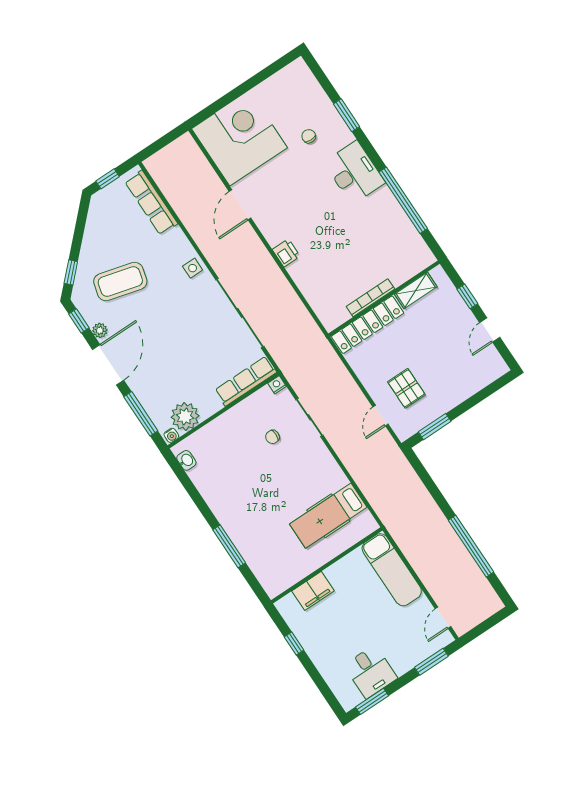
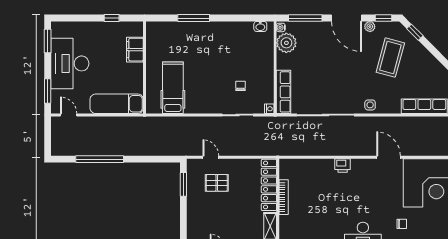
desk: (371, 672) -> (70, 63), width x1.87, depth x1.30

